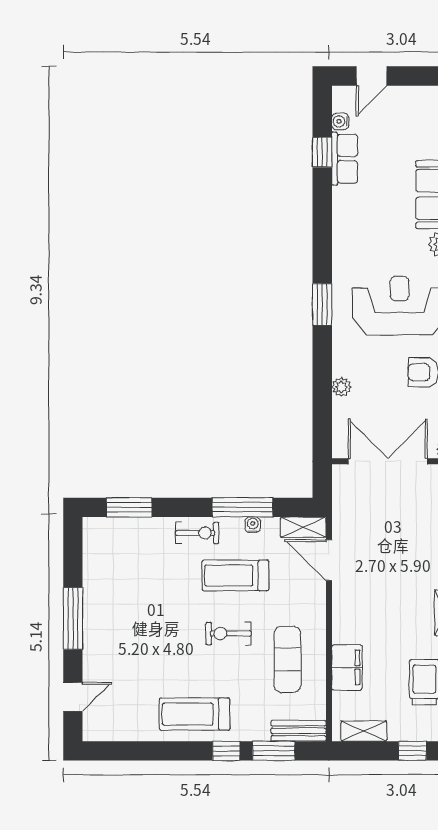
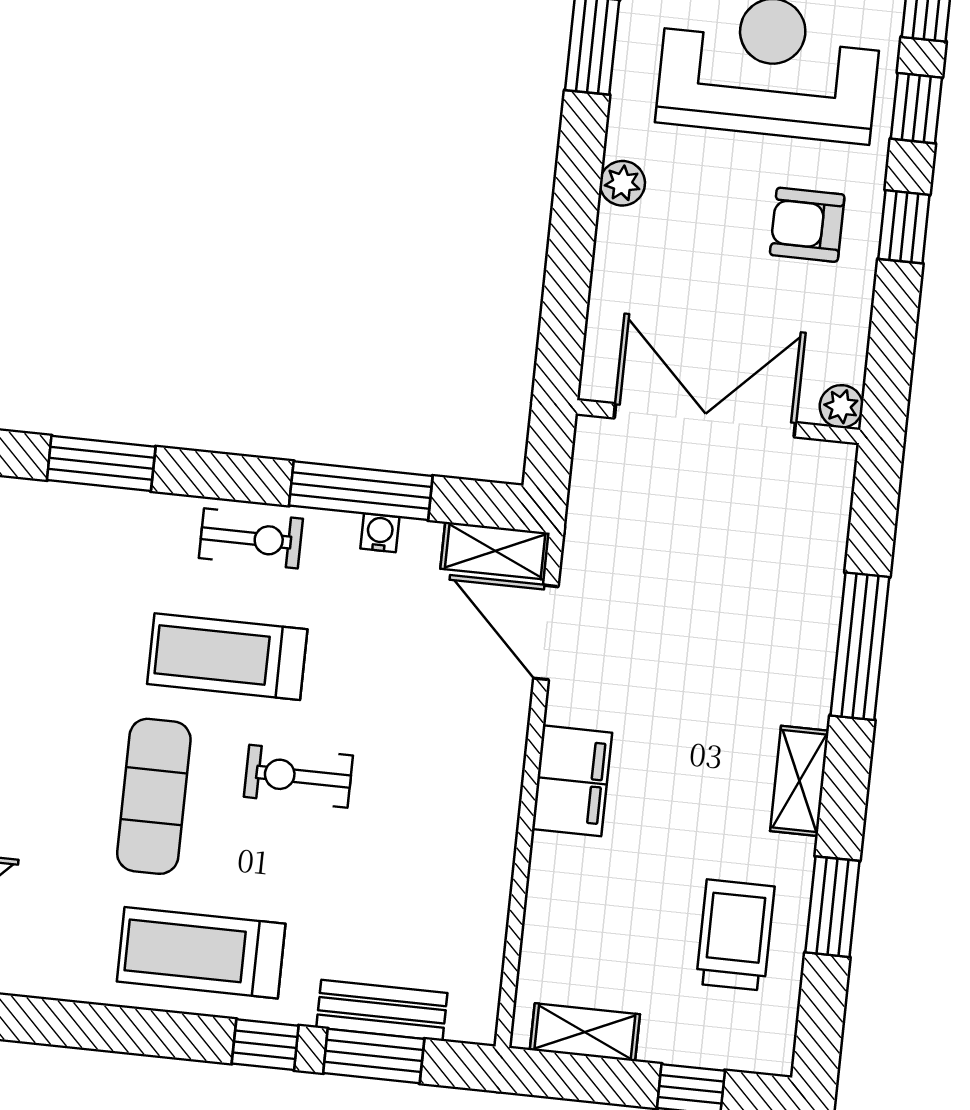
plant: (342, 387) -> (622, 183), moved
treadmill: (235, 575) -> (227, 657), moved
exercise mat: (287, 659) -> (154, 796), moved
filing cabinet: (347, 667) -> (572, 781), moved
bench: (299, 731) -> (382, 1010), moved

